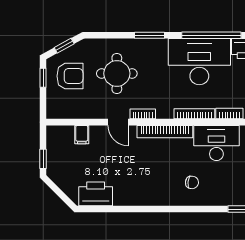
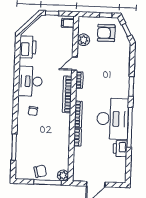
round table: (117, 73) -> (107, 64), removed
armchair: (70, 76) -> (106, 33), turned 90
plant: (82, 110) -> (84, 40), added
filing cabinet: (82, 135) -> (68, 23), moved
desk: (216, 143) -> (30, 81), moved, turned 180

